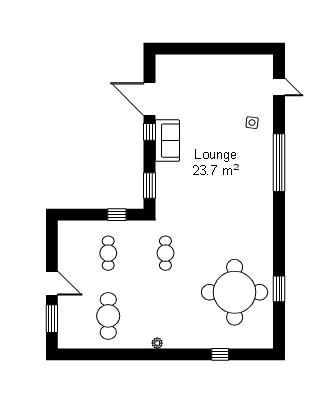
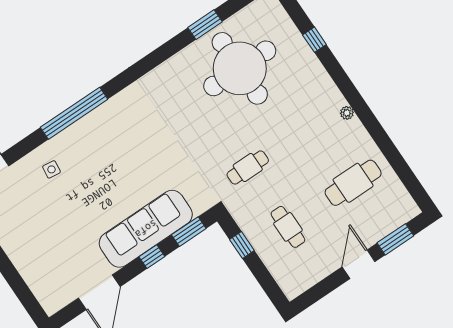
window: (149, 132) -> (152, 257), moved
sofa: (167, 141) -> (146, 229), width x1.85, depth x1.27
cafe table: (108, 253) -> (288, 227), turned 90

